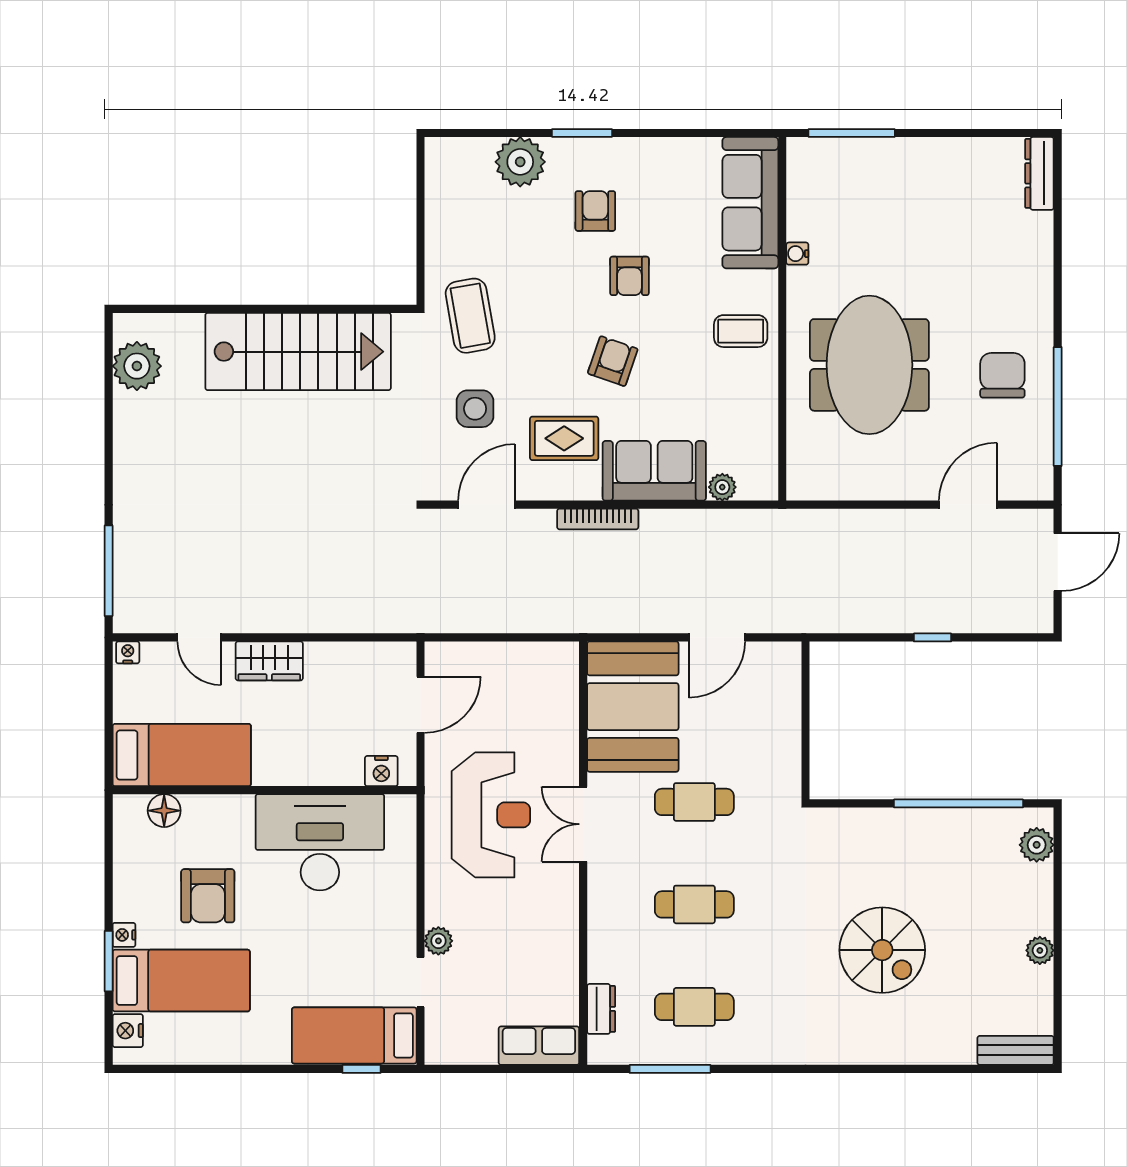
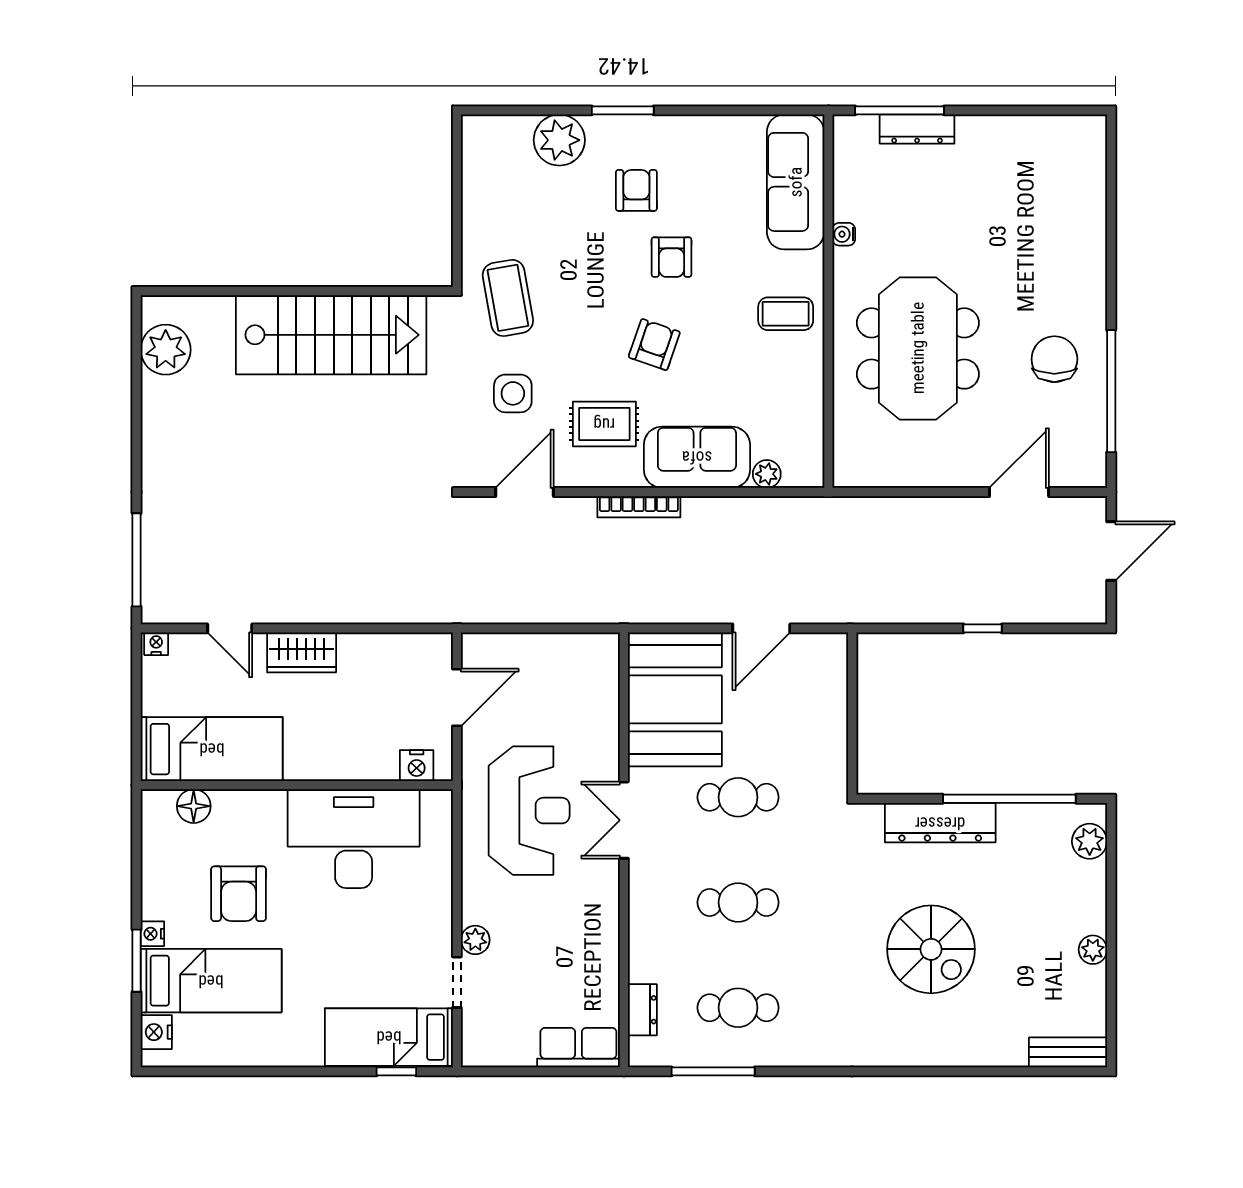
dresser: (1039, 173) -> (917, 129), moved, turned -90
dresser: (891, 827) -> (940, 823), added

